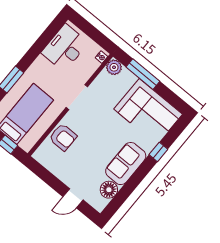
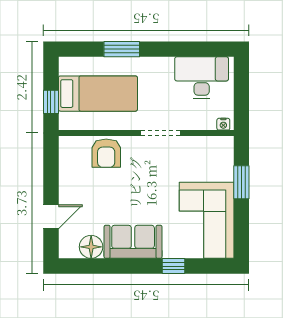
plant: (114, 67) -> (224, 146), removed
window: (143, 74) -> (241, 182), width x0.69
door: (73, 198) -> (51, 217), swing flipped

